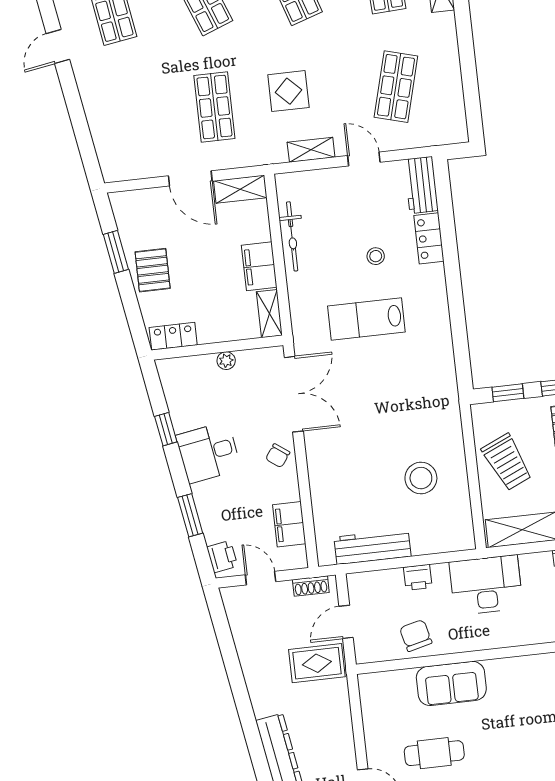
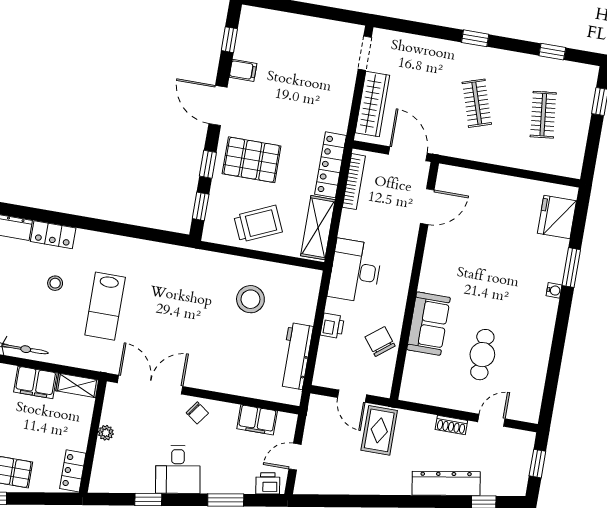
shoe rack: (311, 586) -> (451, 425), moved, turned 90
chair: (416, 635) -> (380, 342), turned 66

